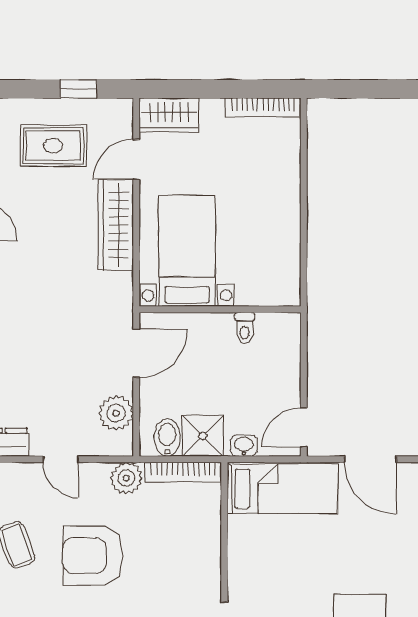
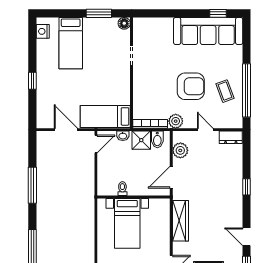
wardrobe: (116, 225) -> (180, 221), moved
bed with nightstands: (187, 251) -> (127, 223), moved

